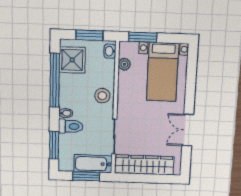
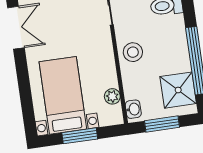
window: (143, 37) -> (80, 136), moved
bidet: (66, 113) -> (176, 21), removed

